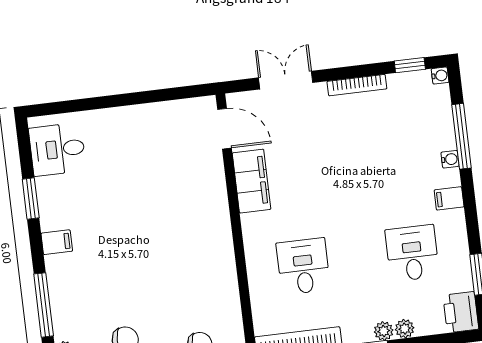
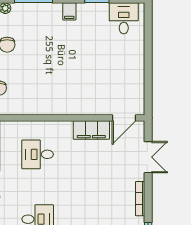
desk: (303, 266) -> (38, 154), turned 180

